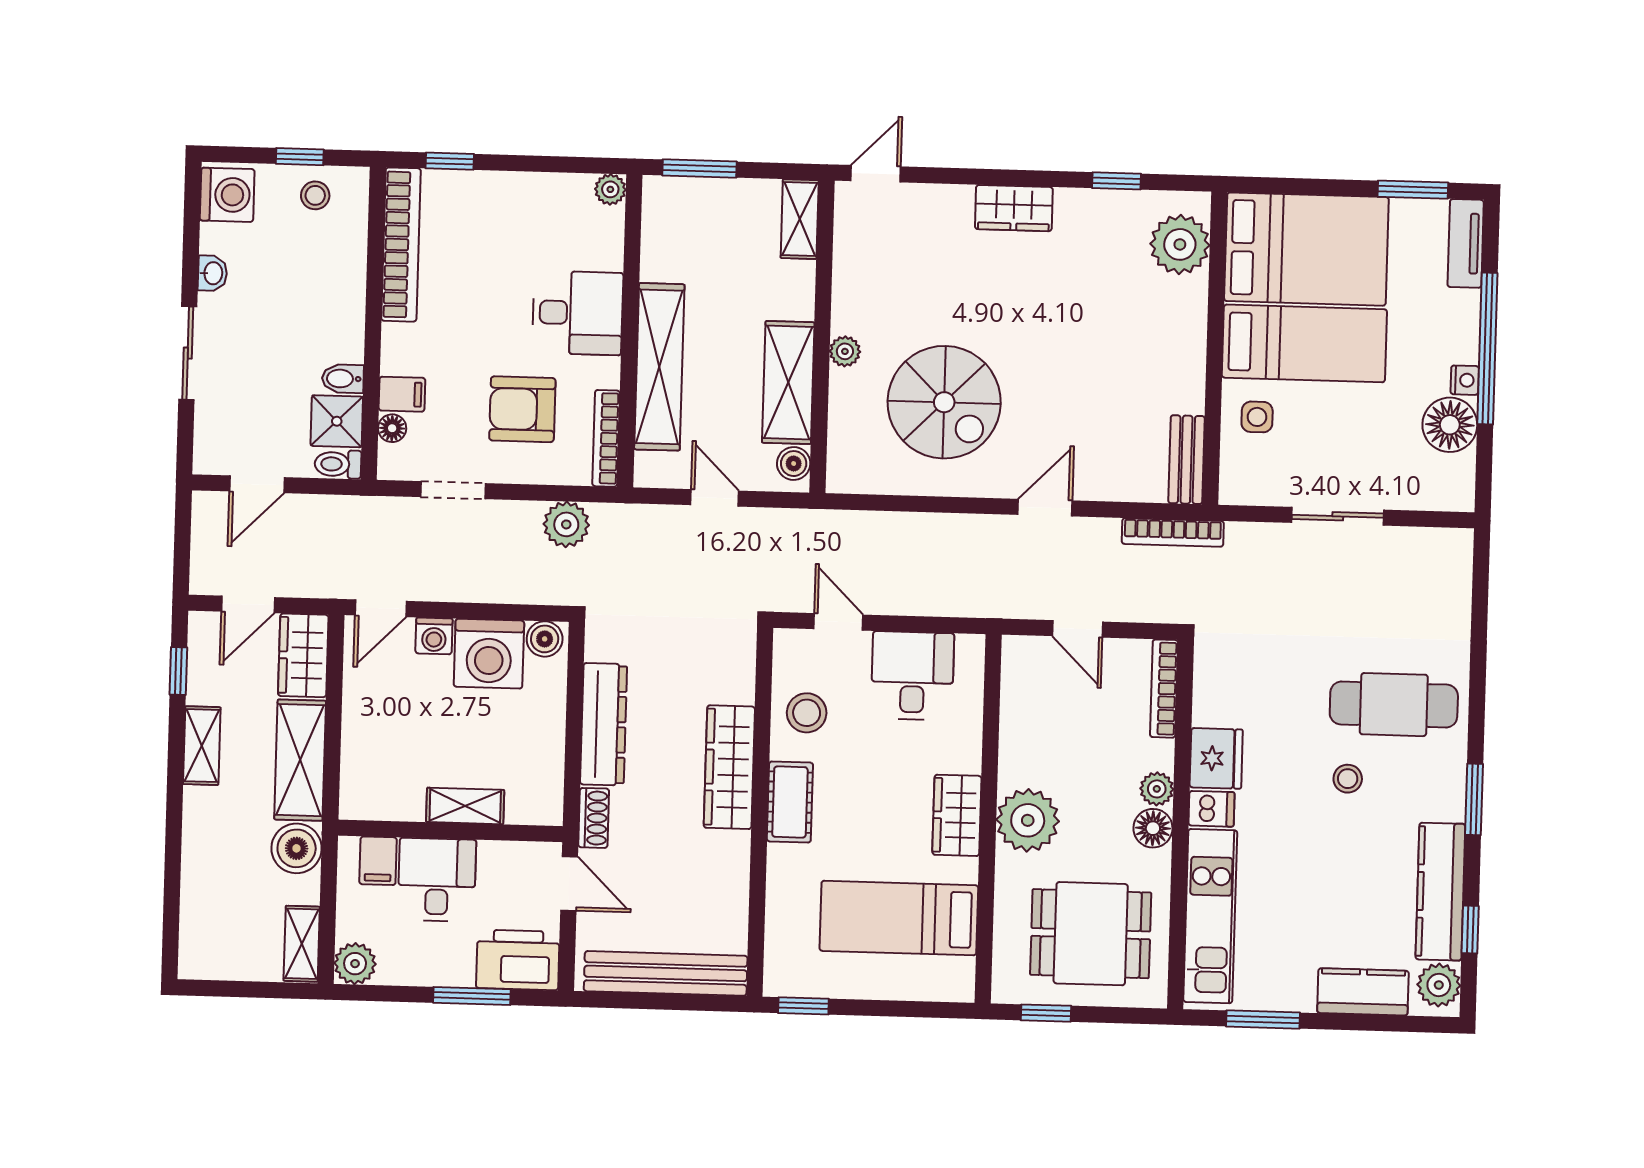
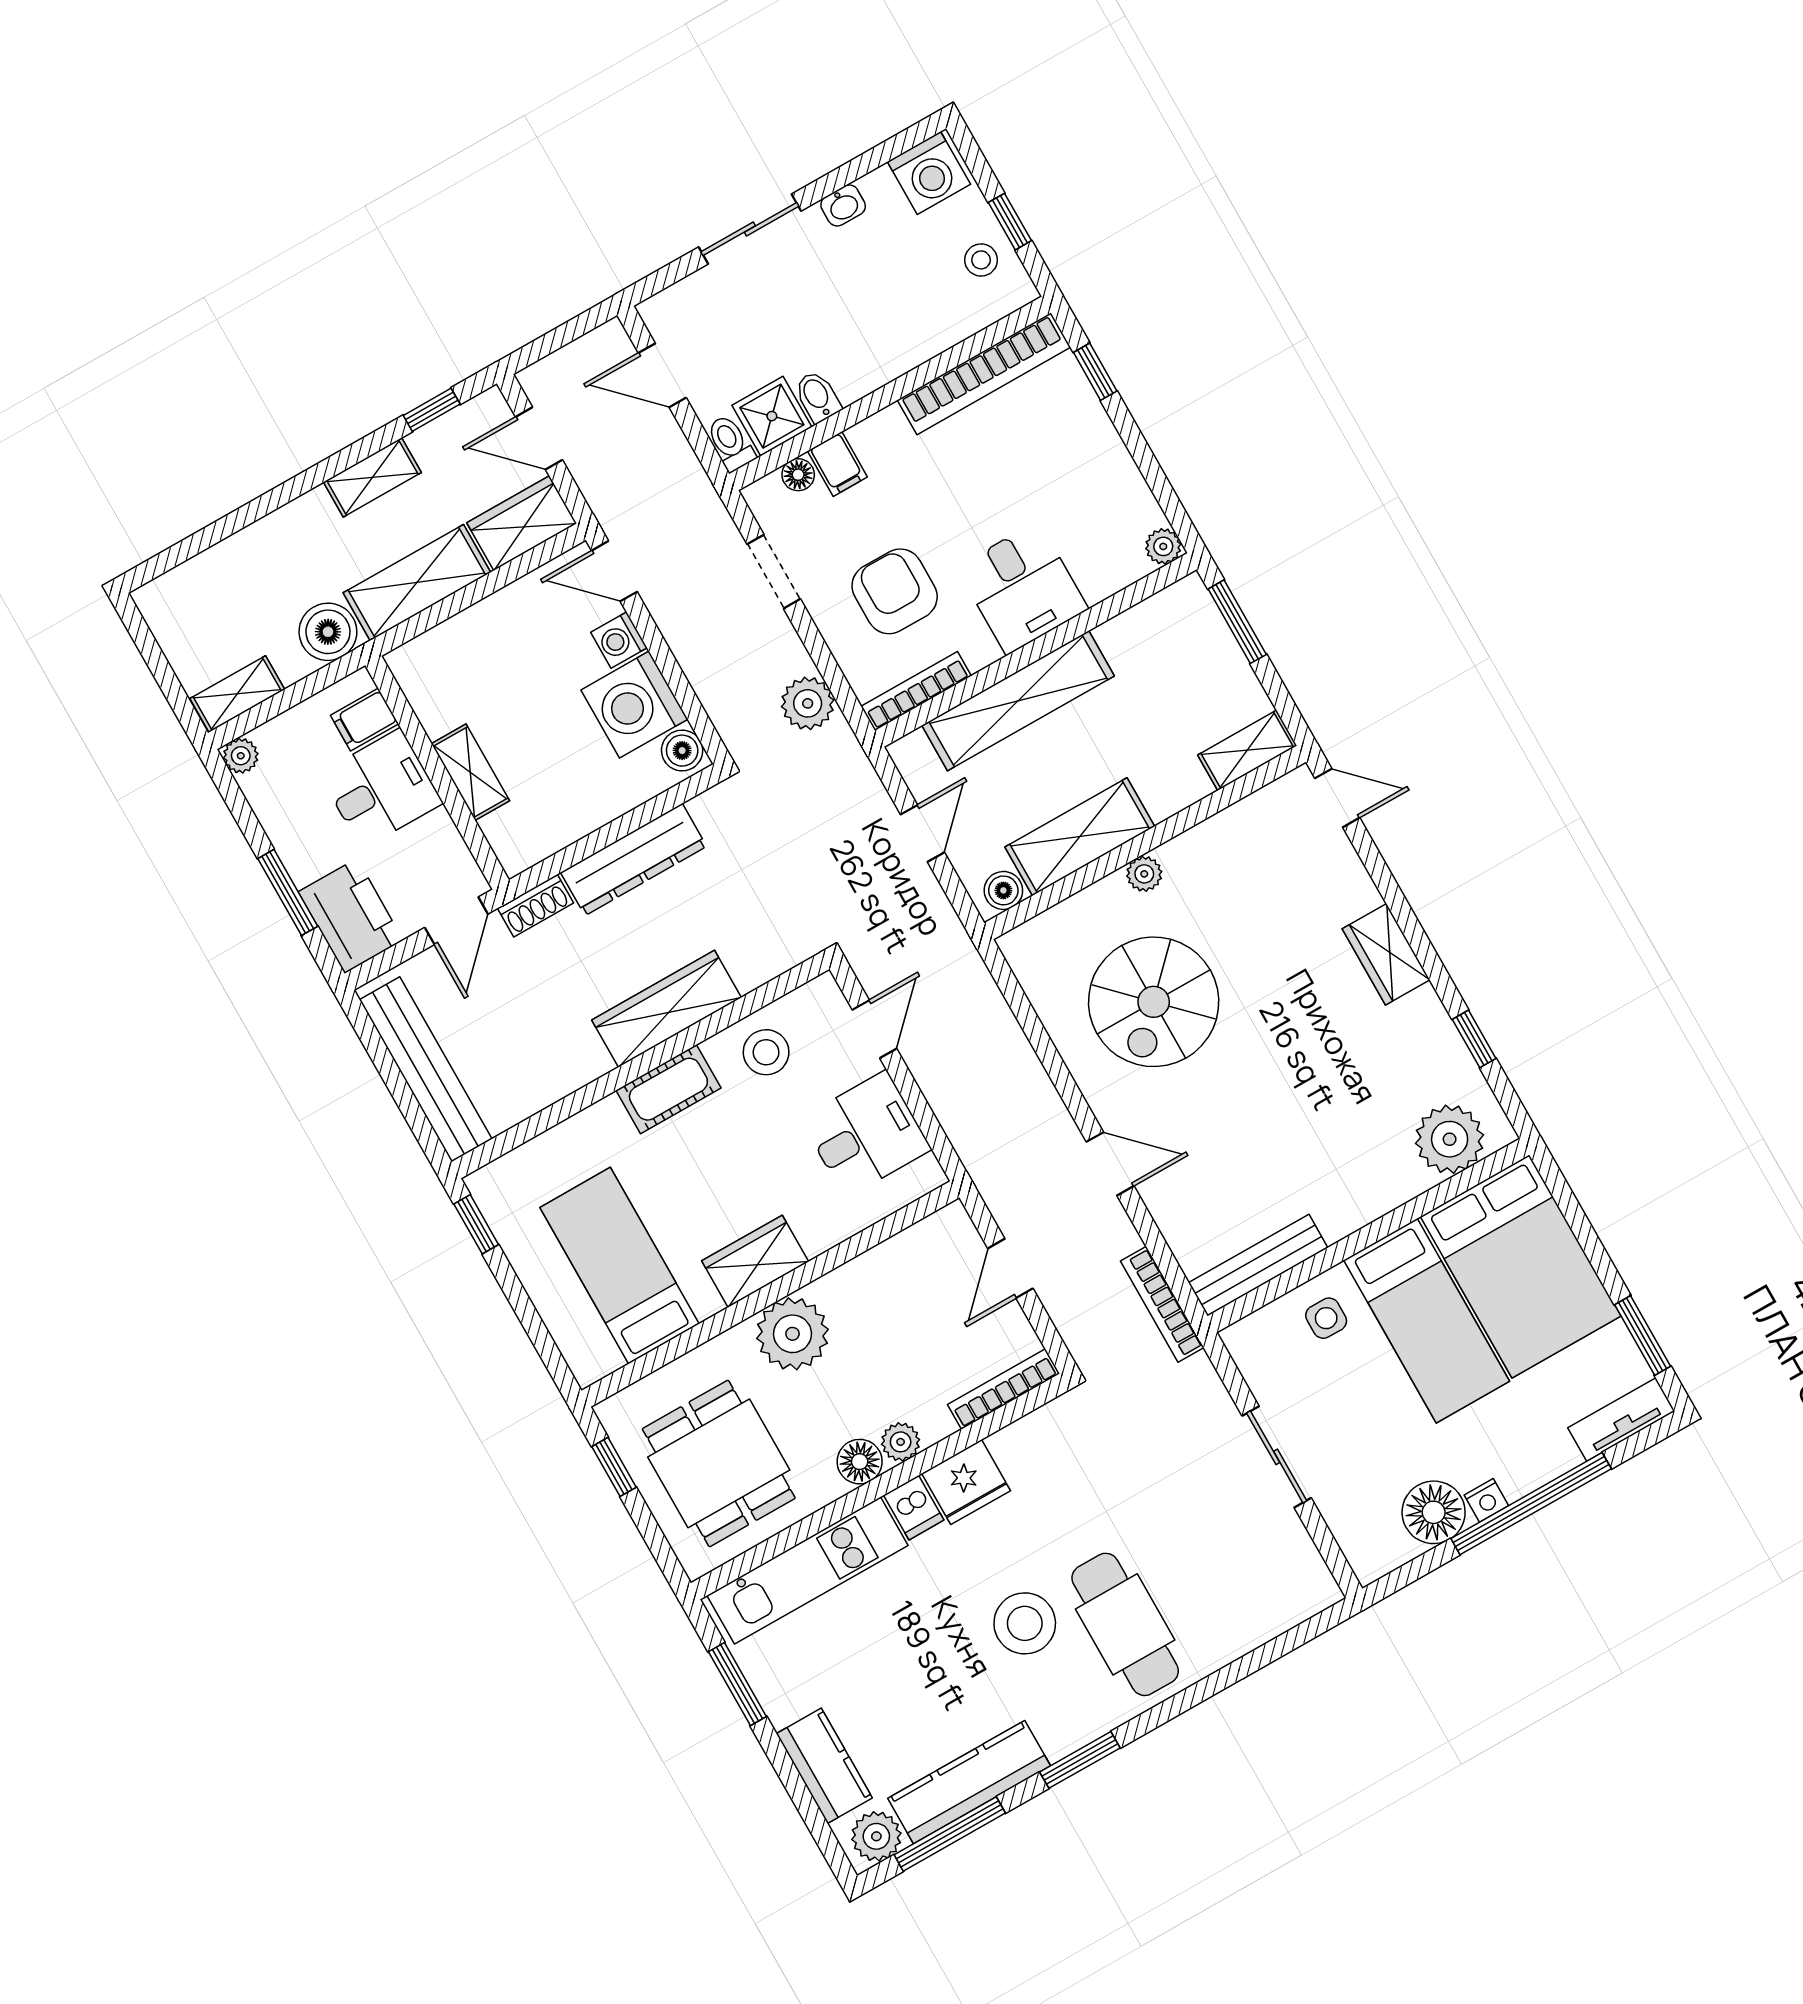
bench: (1186, 460) -> (1258, 1265), width x1.36
stool: (1348, 779) -> (1025, 1623), width x1.89, depth x1.89
window: (1470, 929) -> (950, 1834), width x2.17
plant: (355, 964) -> (241, 756), width x0.73, depth x0.73

